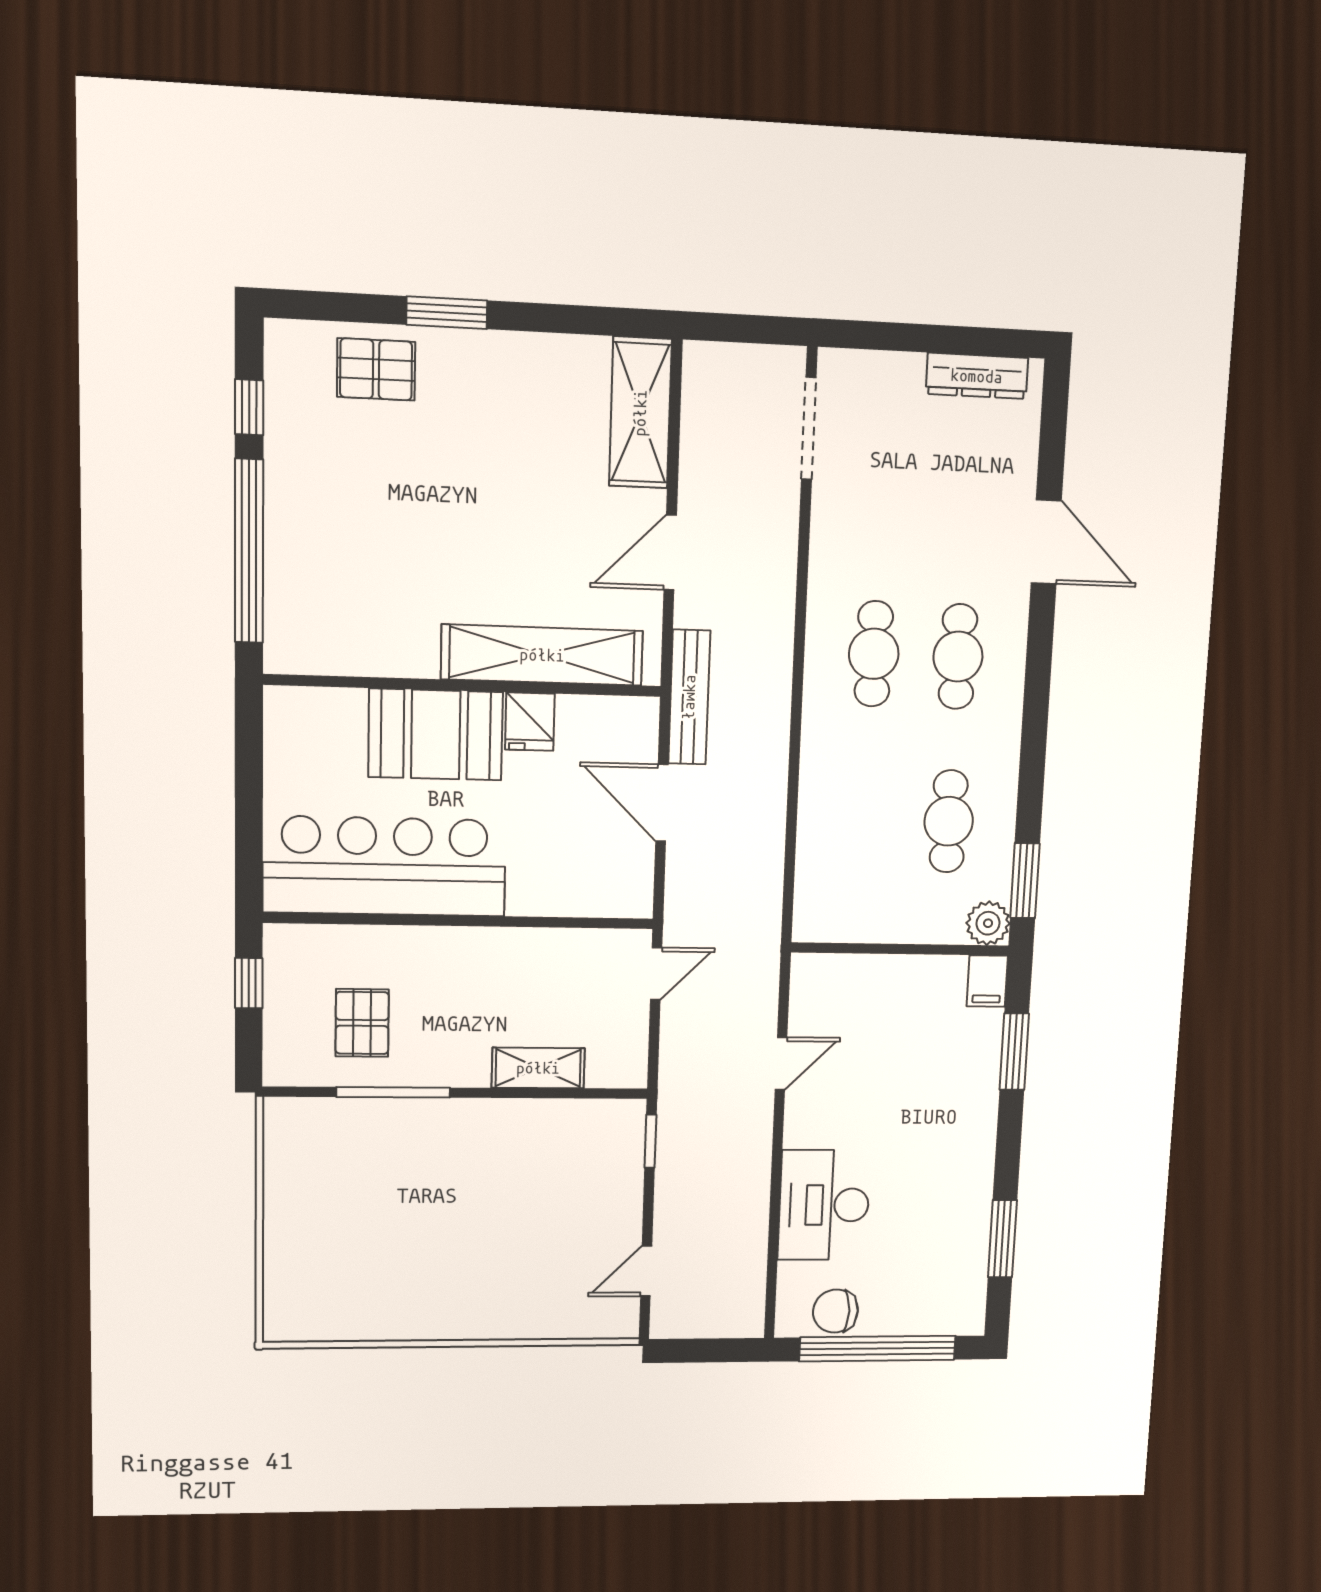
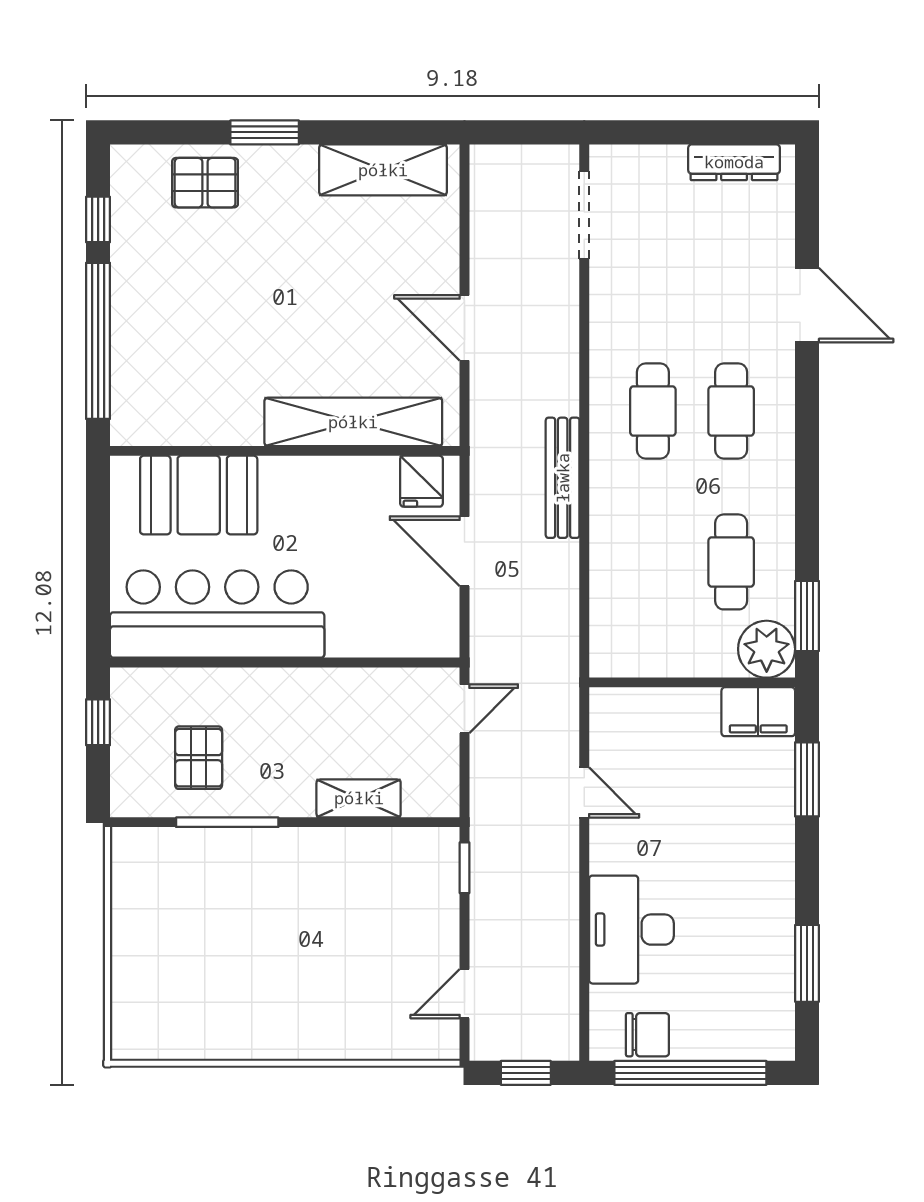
shelving: (640, 413) -> (383, 170), moved, turned 90
door: (670, 553) -> (464, 328), hinge flipped
bench: (689, 697) -> (563, 478), moved
fridge: (530, 722) -> (421, 481), moved
booth: (436, 735) -> (199, 495), moved
plant: (988, 923) -> (767, 649), width x1.36, depth x1.36
filing cabinet: (987, 981) -> (758, 712), width x2.00
door: (781, 1063) -> (584, 793), hinge flipped
chair: (835, 1311) -> (647, 1035), turned 180
window: (708, 1350) -> (526, 1073), added

